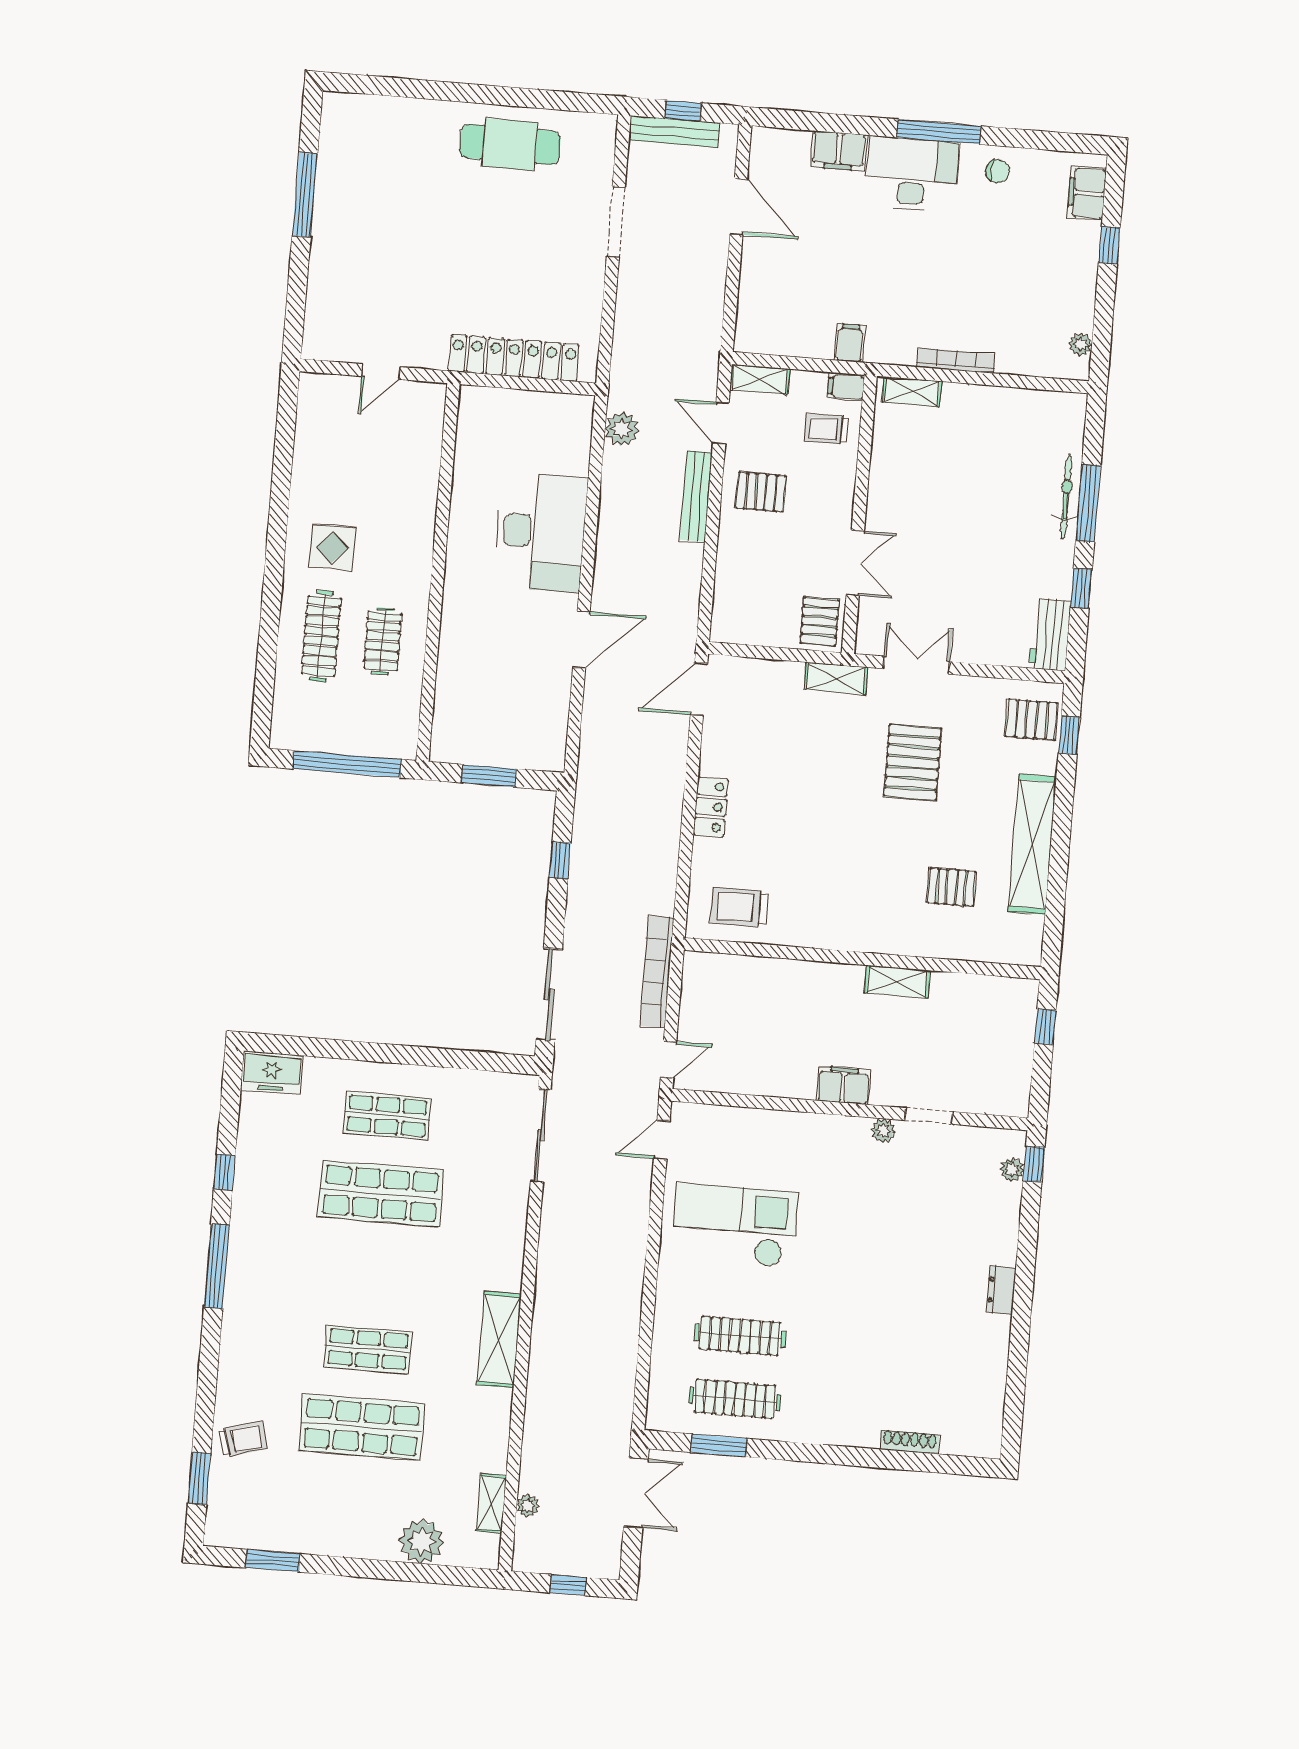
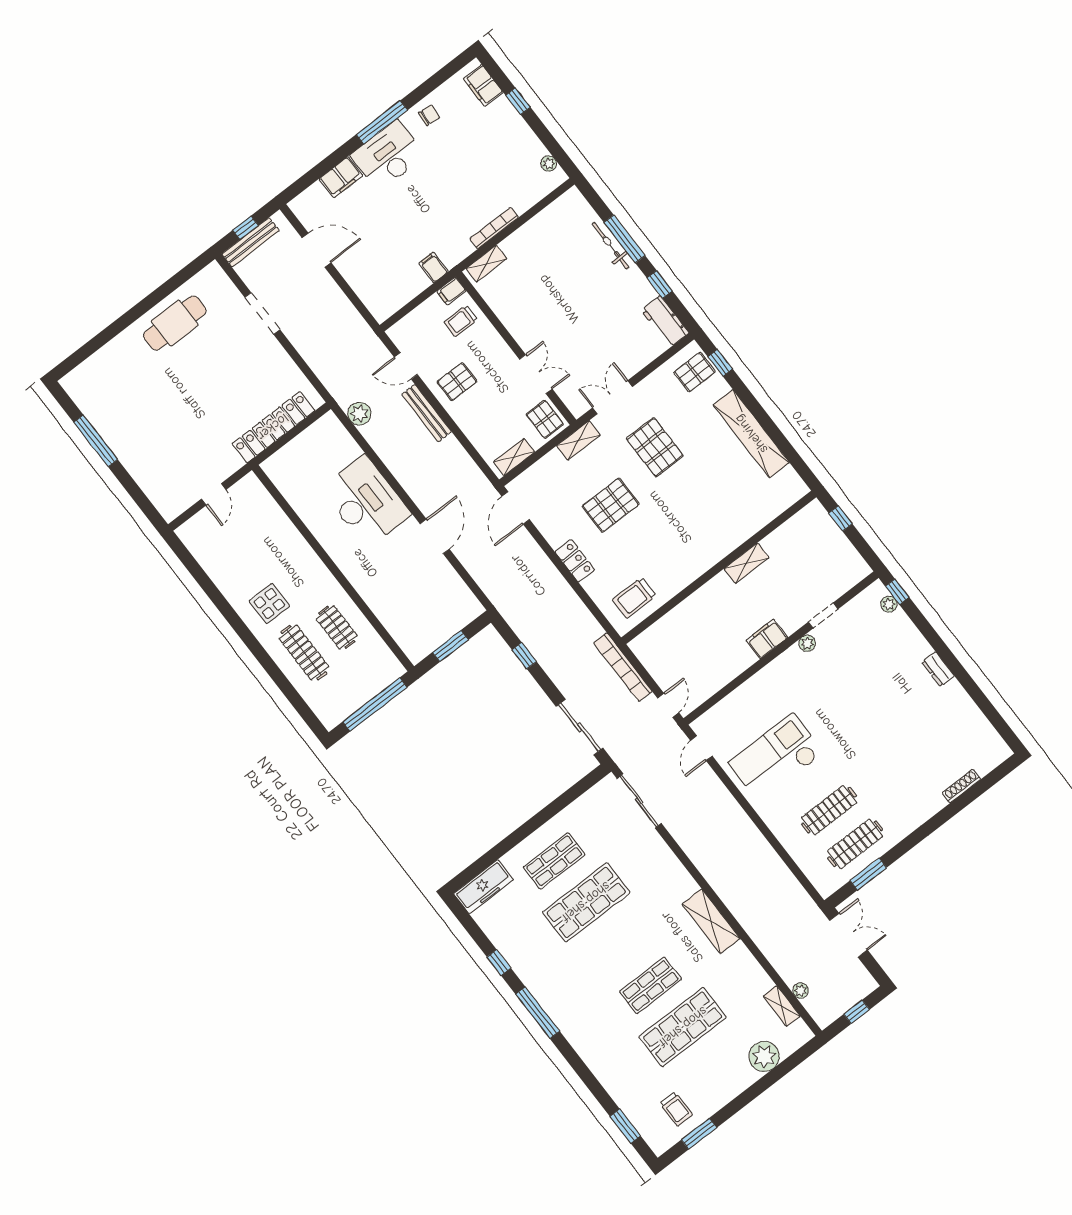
shelving: (760, 379) -> (514, 457), moved
pallet: (952, 887) -> (611, 505), moved, width x1.50, depth x1.42
freezer: (272, 1072) -> (483, 887), width x1.40
trolley: (243, 1439) -> (676, 1109), moved, turned 106

